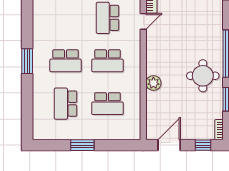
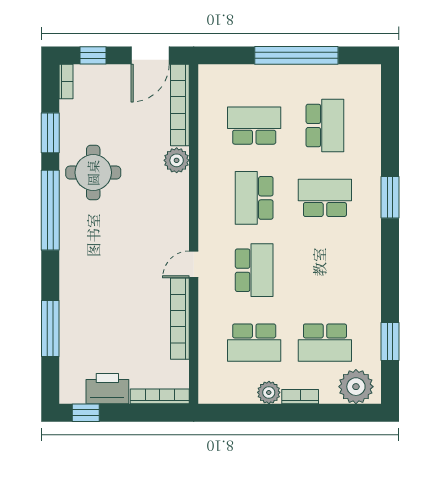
school desk: (107, 61) -> (254, 198), turned -90
bookcase: (151, 116) -> (180, 105), added
window: (82, 145) -> (296, 55), width x2.11

